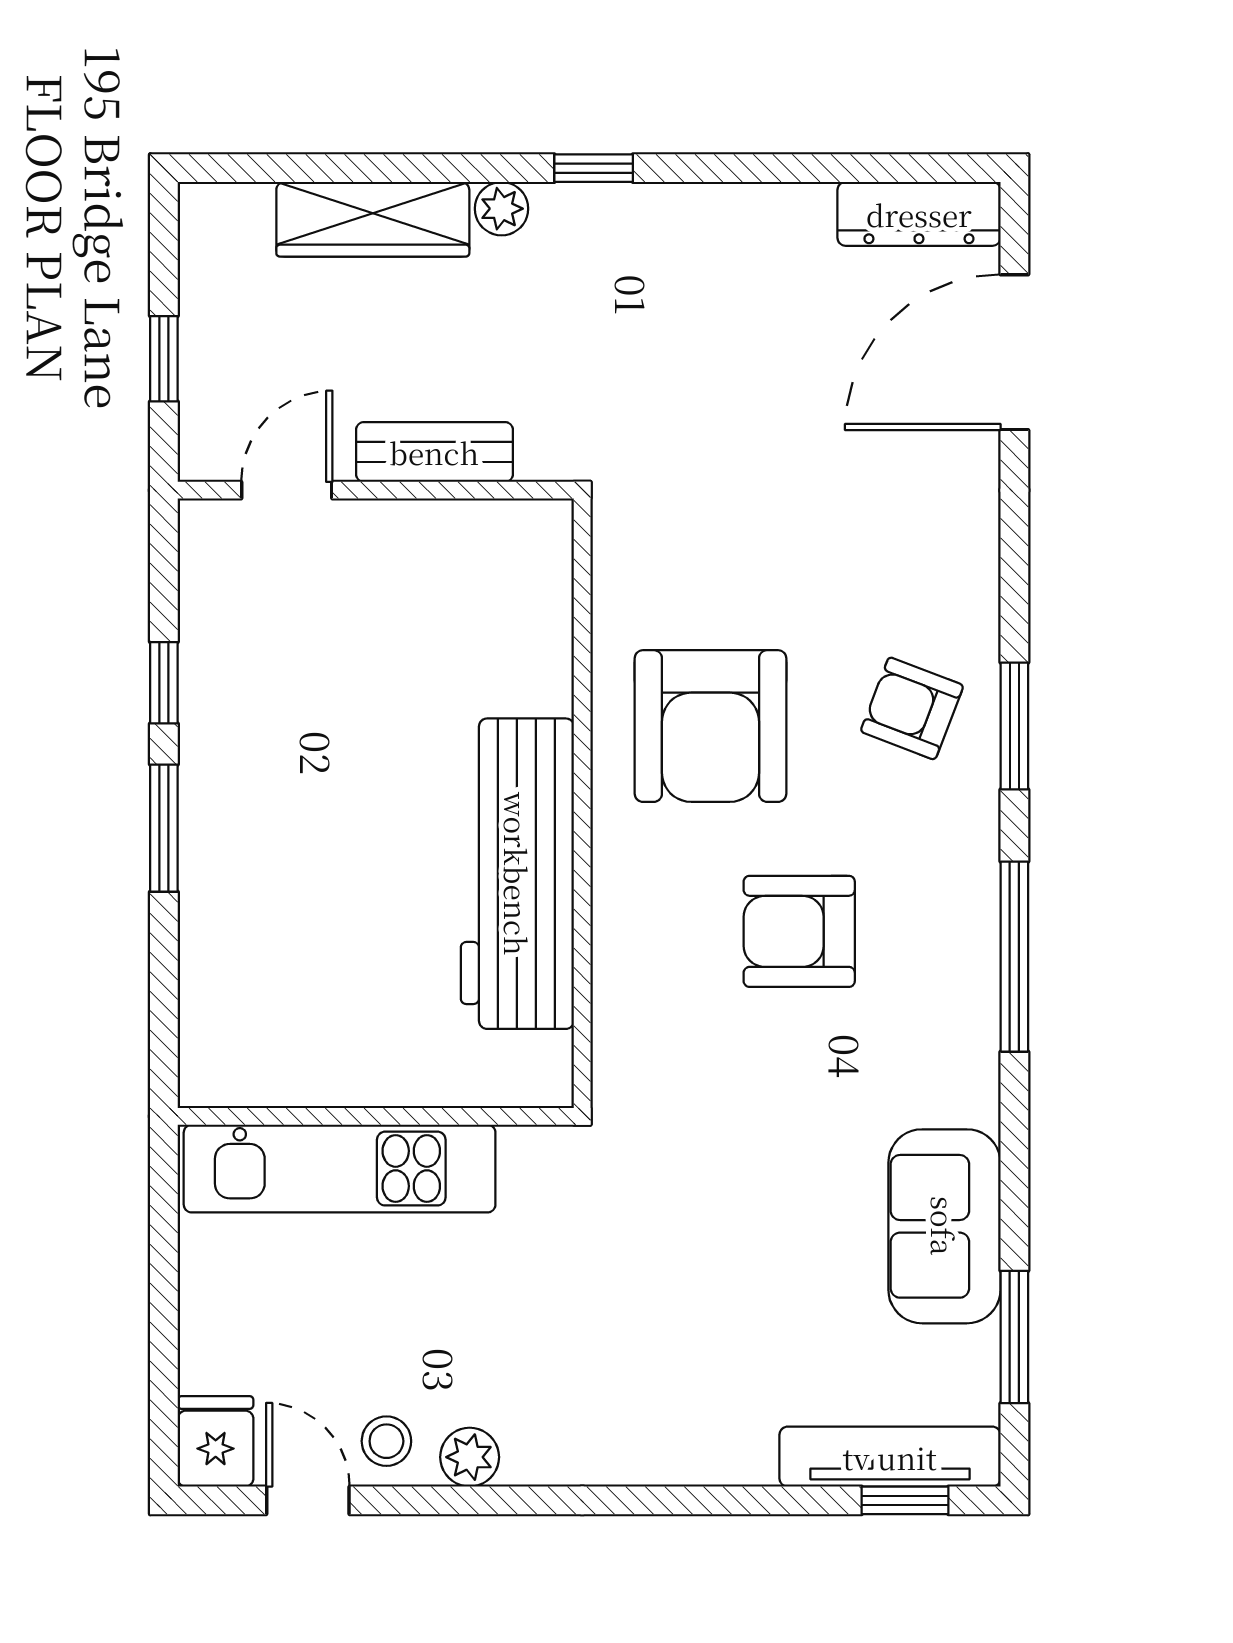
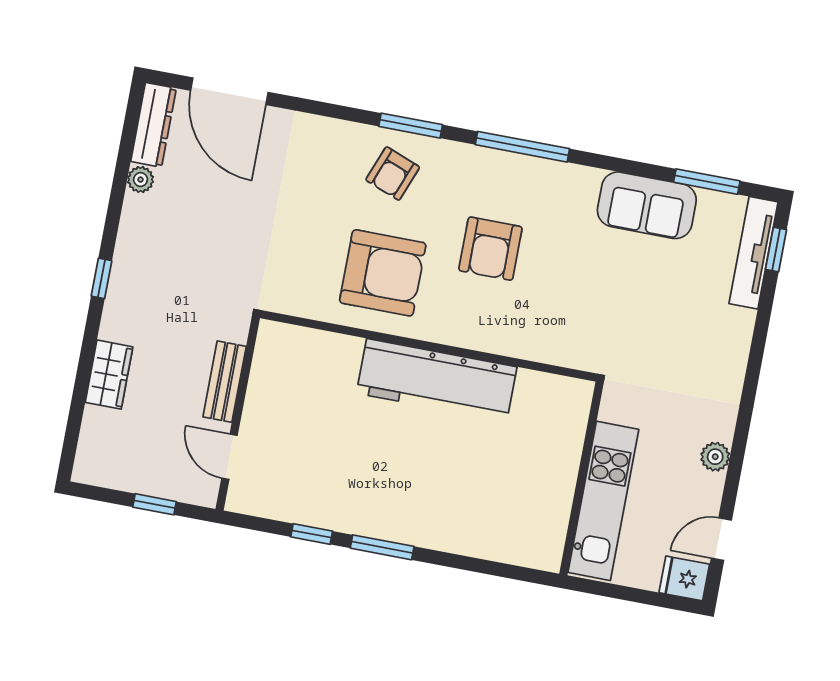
plant: (502, 209) -> (141, 180), moved
wardrobe: (373, 219) -> (109, 375), width x0.67
wall: (376, 1116) -> (581, 479), moved
kitchen unit: (340, 1169) -> (603, 501), moved
stool: (386, 1441) -> (700, 496), removed

